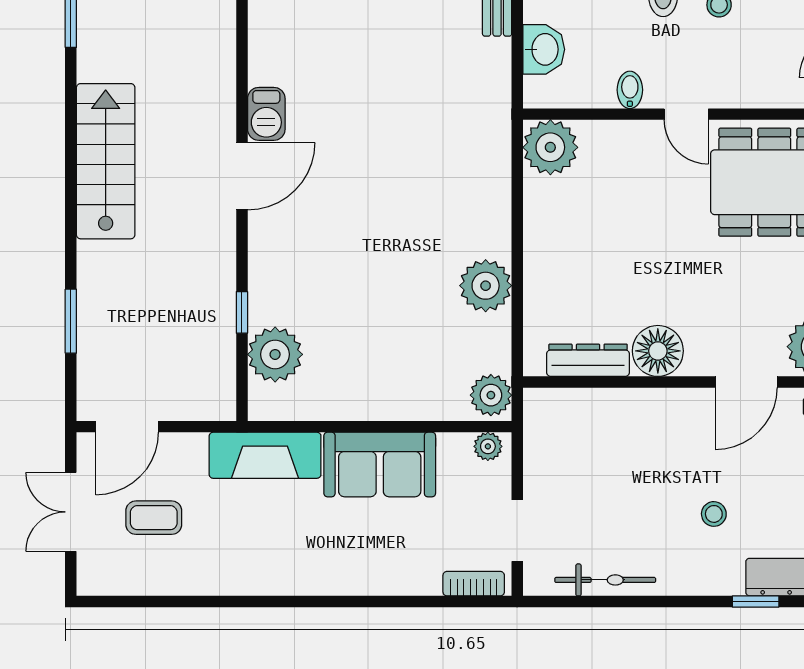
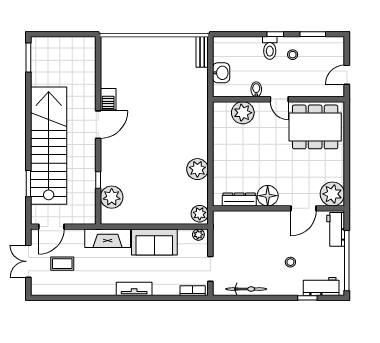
plant: (550, 147) -> (243, 113), moved
stairs: (106, 161) -> (49, 146), width x1.86, depth x1.51
tv unit: (330, 579) -> (134, 289), added

